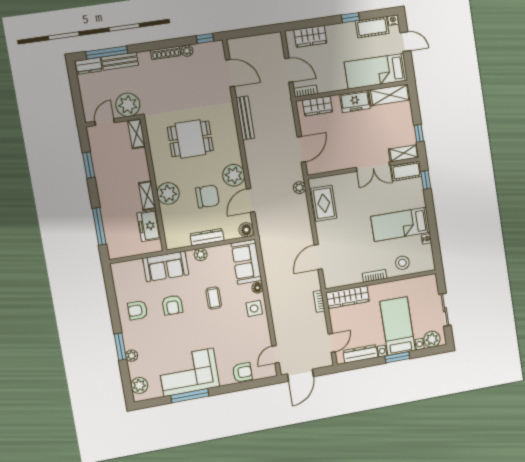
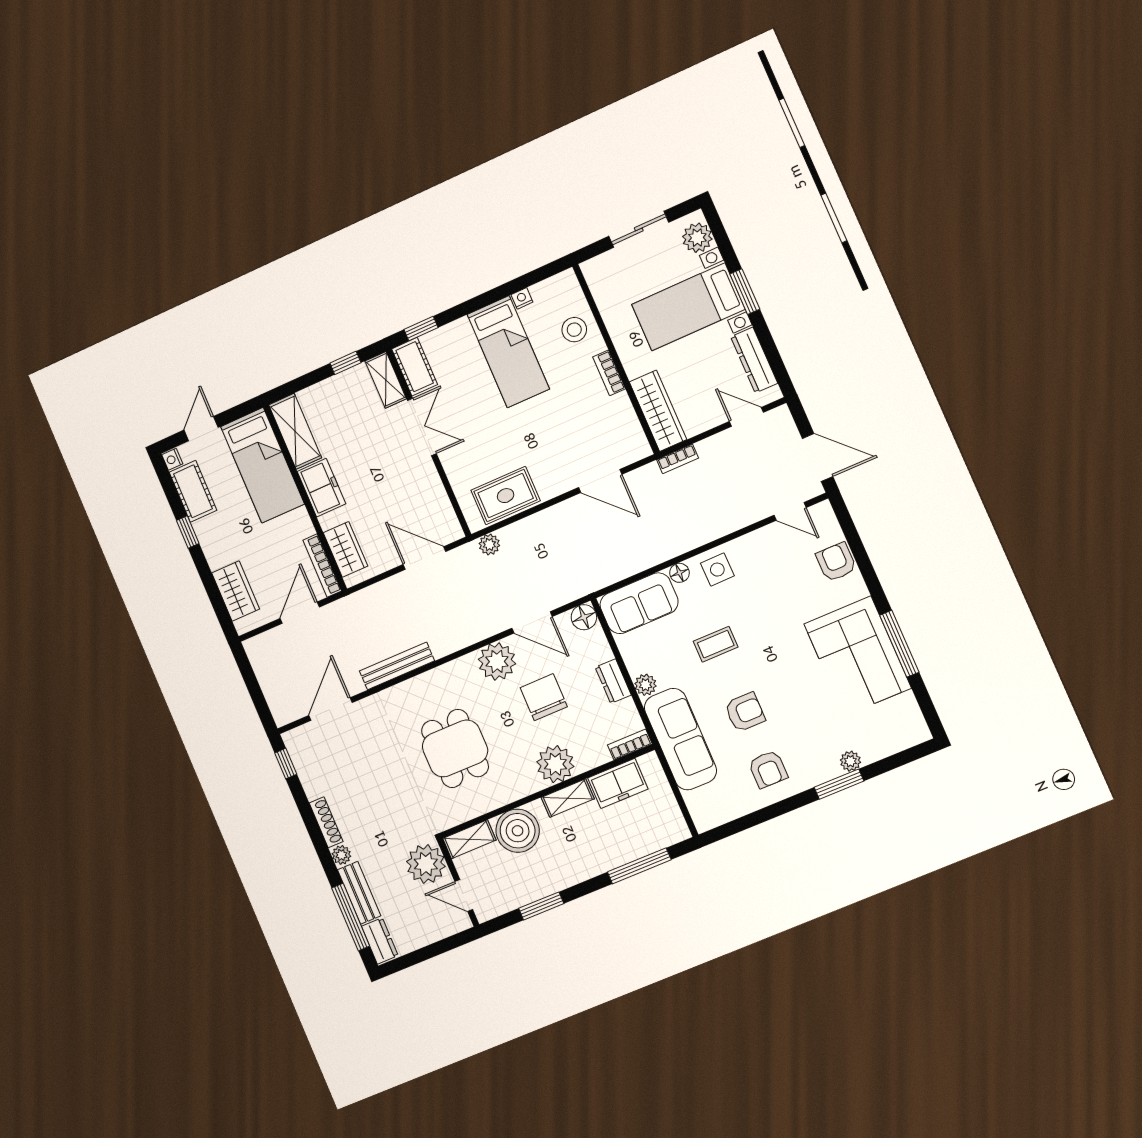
plant: (187, 51) -> (341, 855), moved
bookcase: (306, 91) -> (322, 566), width x1.56
boiler: (135, 163) -> (518, 831), added
dresser: (207, 237) -> (613, 681), width x0.70
bookcase: (169, 238) -> (630, 745), added
sofa: (166, 266) -> (680, 739), width x1.36
plant: (139, 385) -> (901, 736), removed

